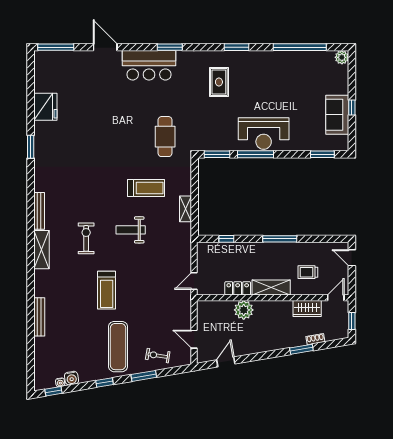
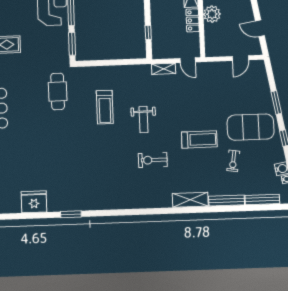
cafe table: (165, 137) -> (58, 91), turned 90
treadmill: (146, 188) -> (105, 107), turned 180
shelving: (185, 209) -> (164, 69), moved
bench: (39, 211) -> (262, 199), moved
shelving: (42, 250) -> (190, 200), moved
exercise mat: (118, 347) -> (251, 127), width x1.47
exercise bike: (158, 356) -> (233, 161), moved

